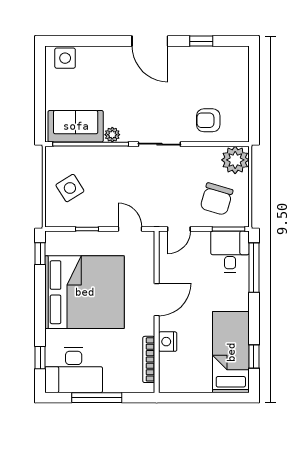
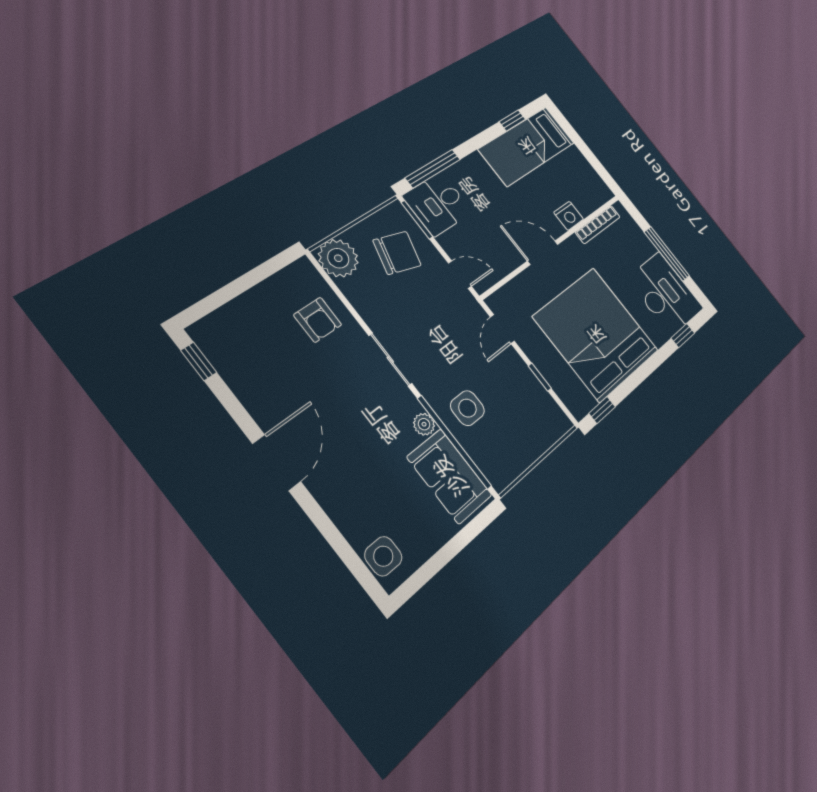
window: (201, 41) -> (199, 361), moved
side table: (70, 188) -> (467, 408), moved, turned 32

